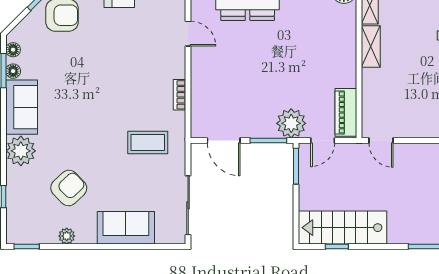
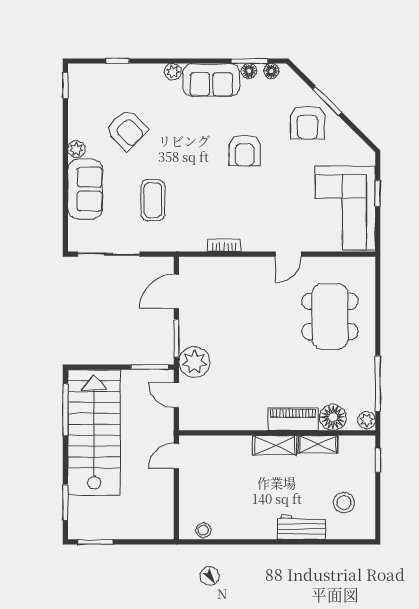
armchair: (89, 75) -> (245, 150), added
piano: (346, 112) -> (293, 419), moved
coffee table: (148, 143) -> (153, 200), moved
plant: (21, 151) -> (173, 72), width x0.53, depth x0.53
stairs: (342, 228) -> (94, 432), width x1.36, depth x1.51
plant: (67, 236) -> (76, 149), moved
window: (337, 247) -> (65, 410), width x2.17

